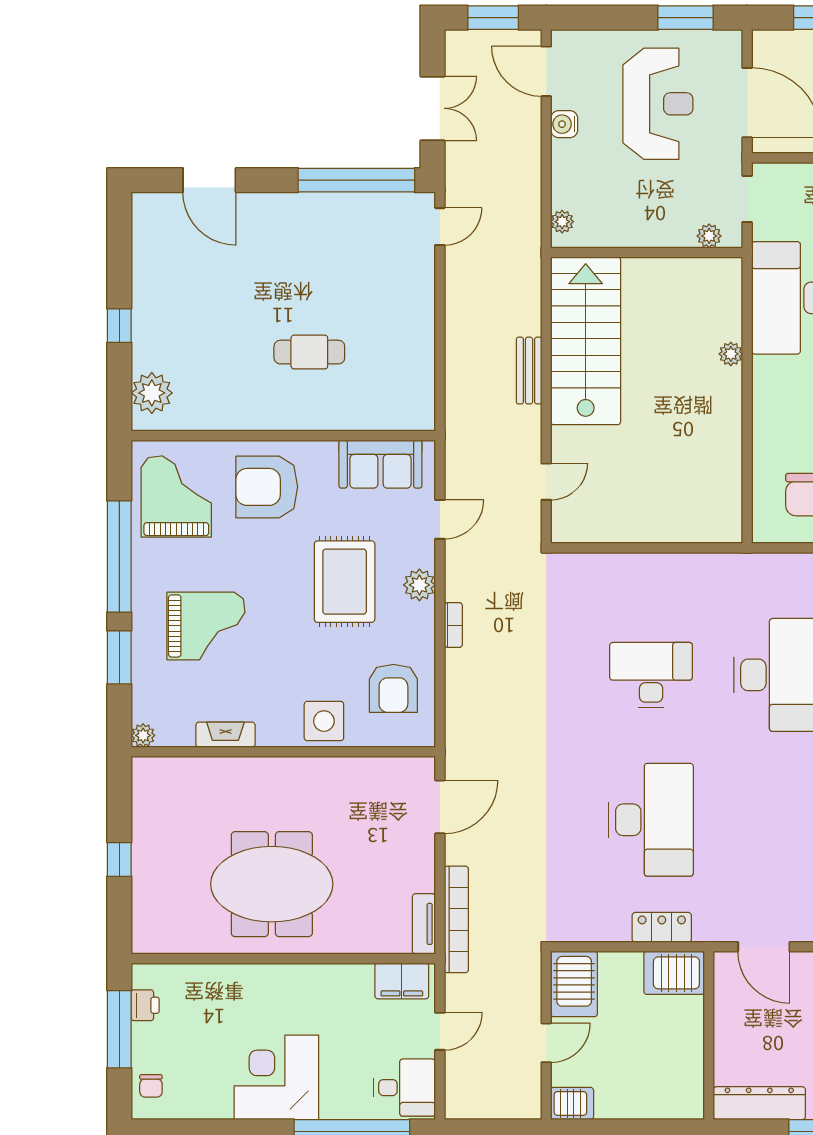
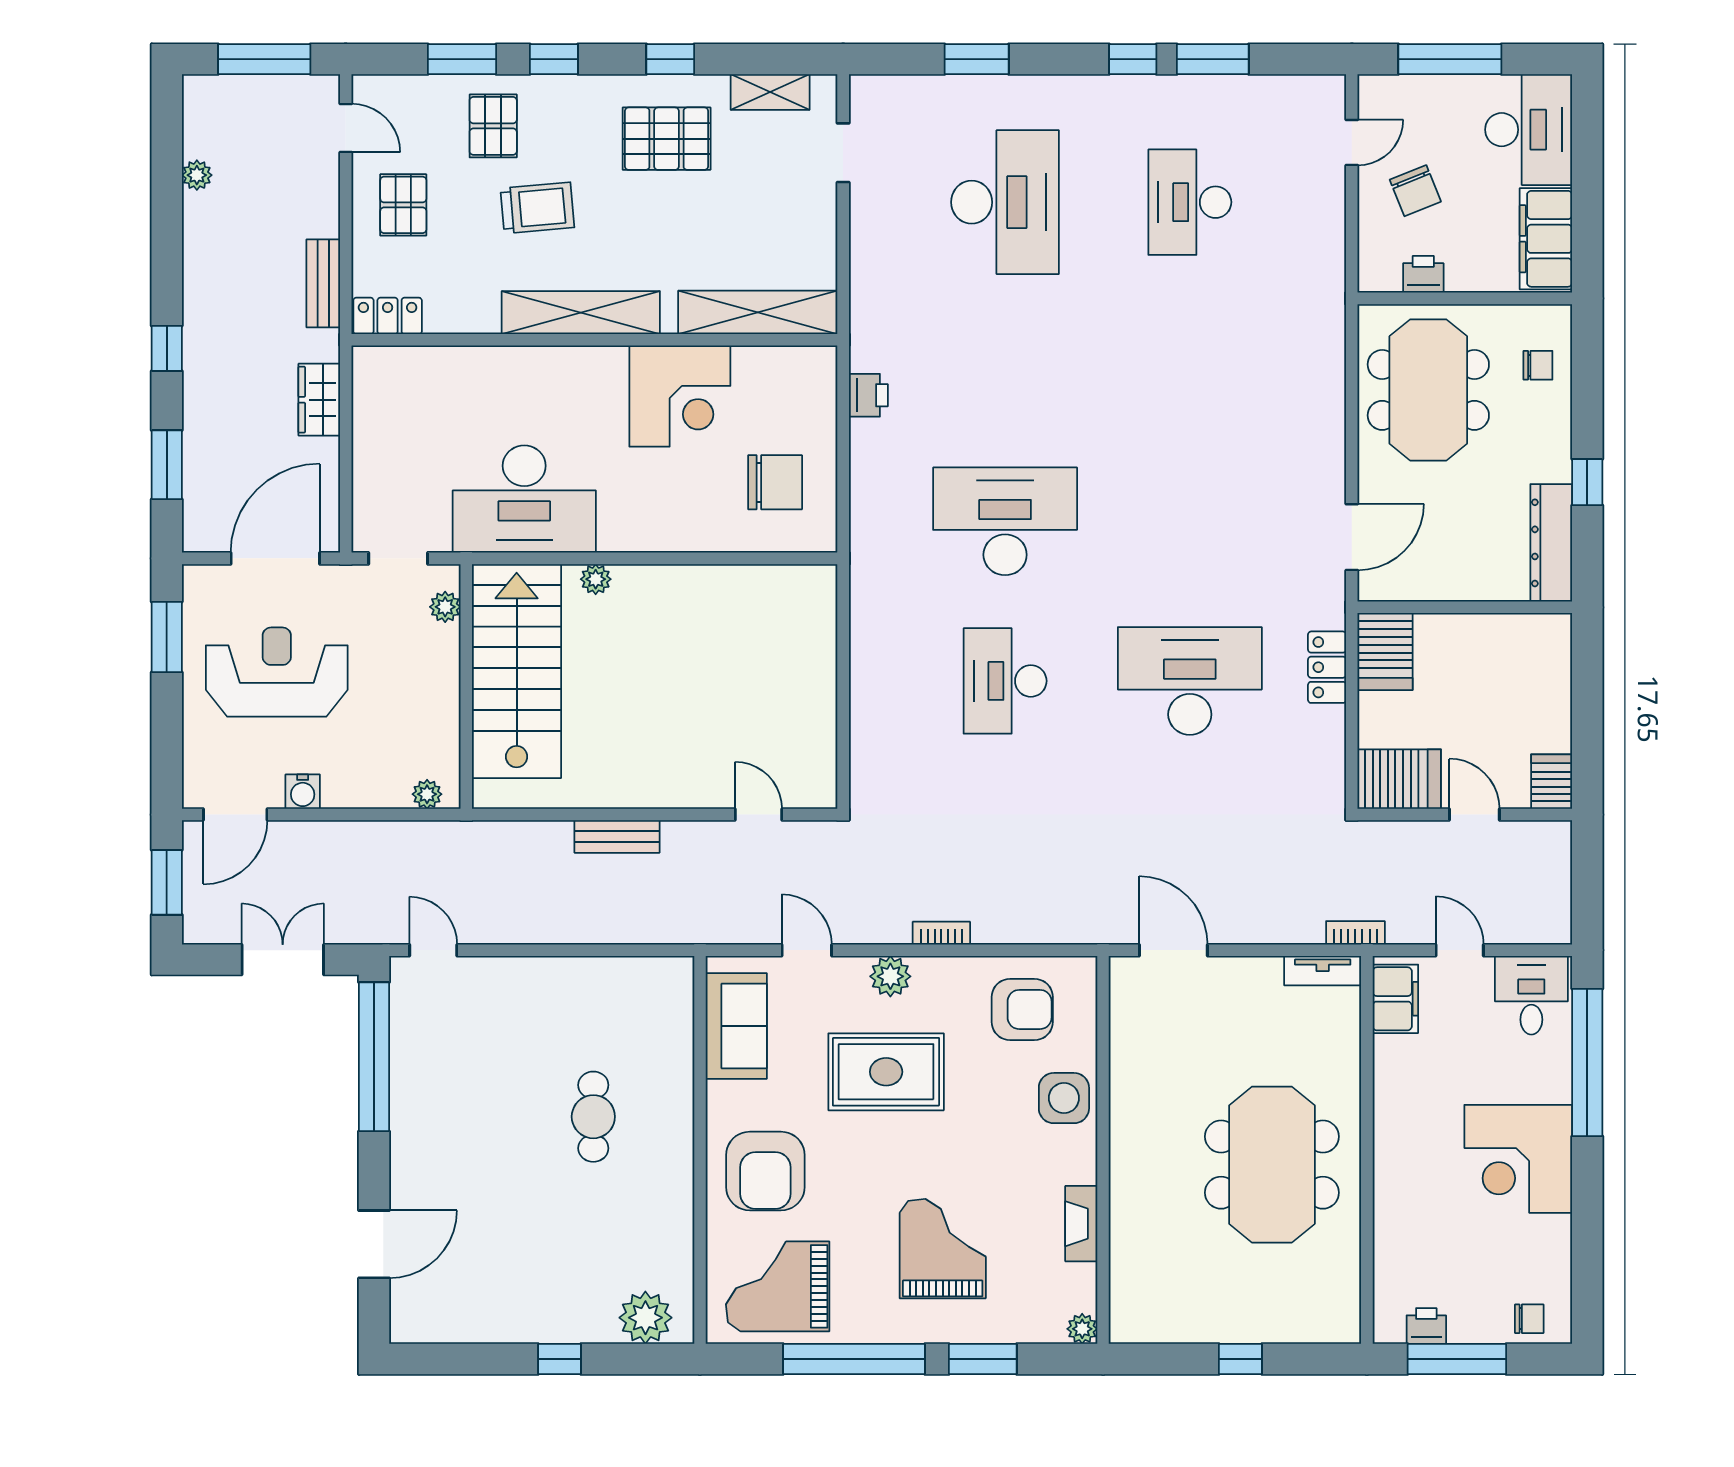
stairs: (586, 341) -> (517, 671), moved, turned 90
bookcase: (456, 919) -> (1355, 933), width x0.43, depth x0.76

